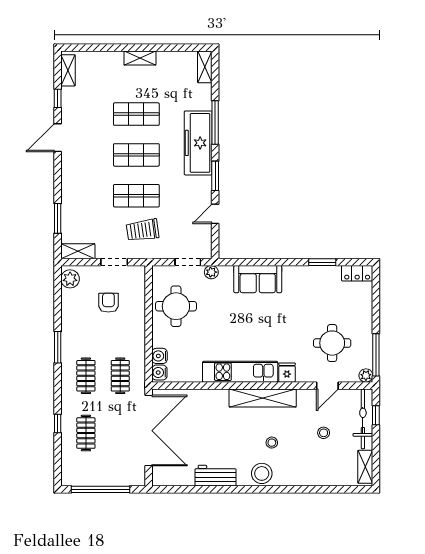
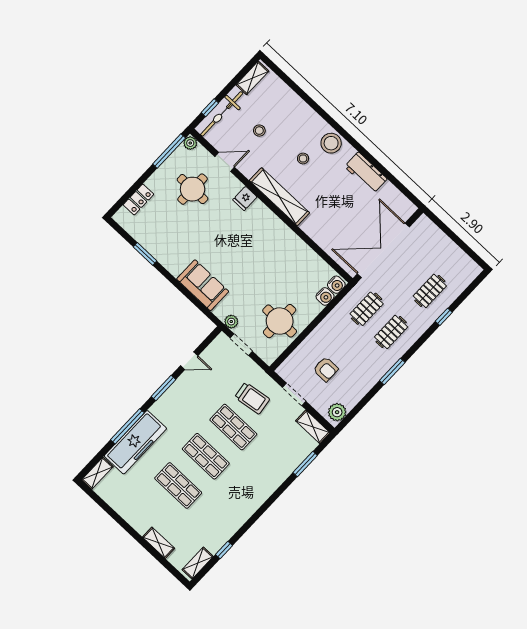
shelving: (140, 58) -> (159, 543), moved
door: (58, 138) -> (251, 522), removed
freezer: (198, 143) -> (135, 442), moved
locker: (357, 273) -> (138, 200), moved, turned 90
armchair: (108, 303) -> (326, 369), turned -90
kitchen unit: (240, 372) -> (278, 231), removed
window: (101, 489) -> (458, 241), removed

